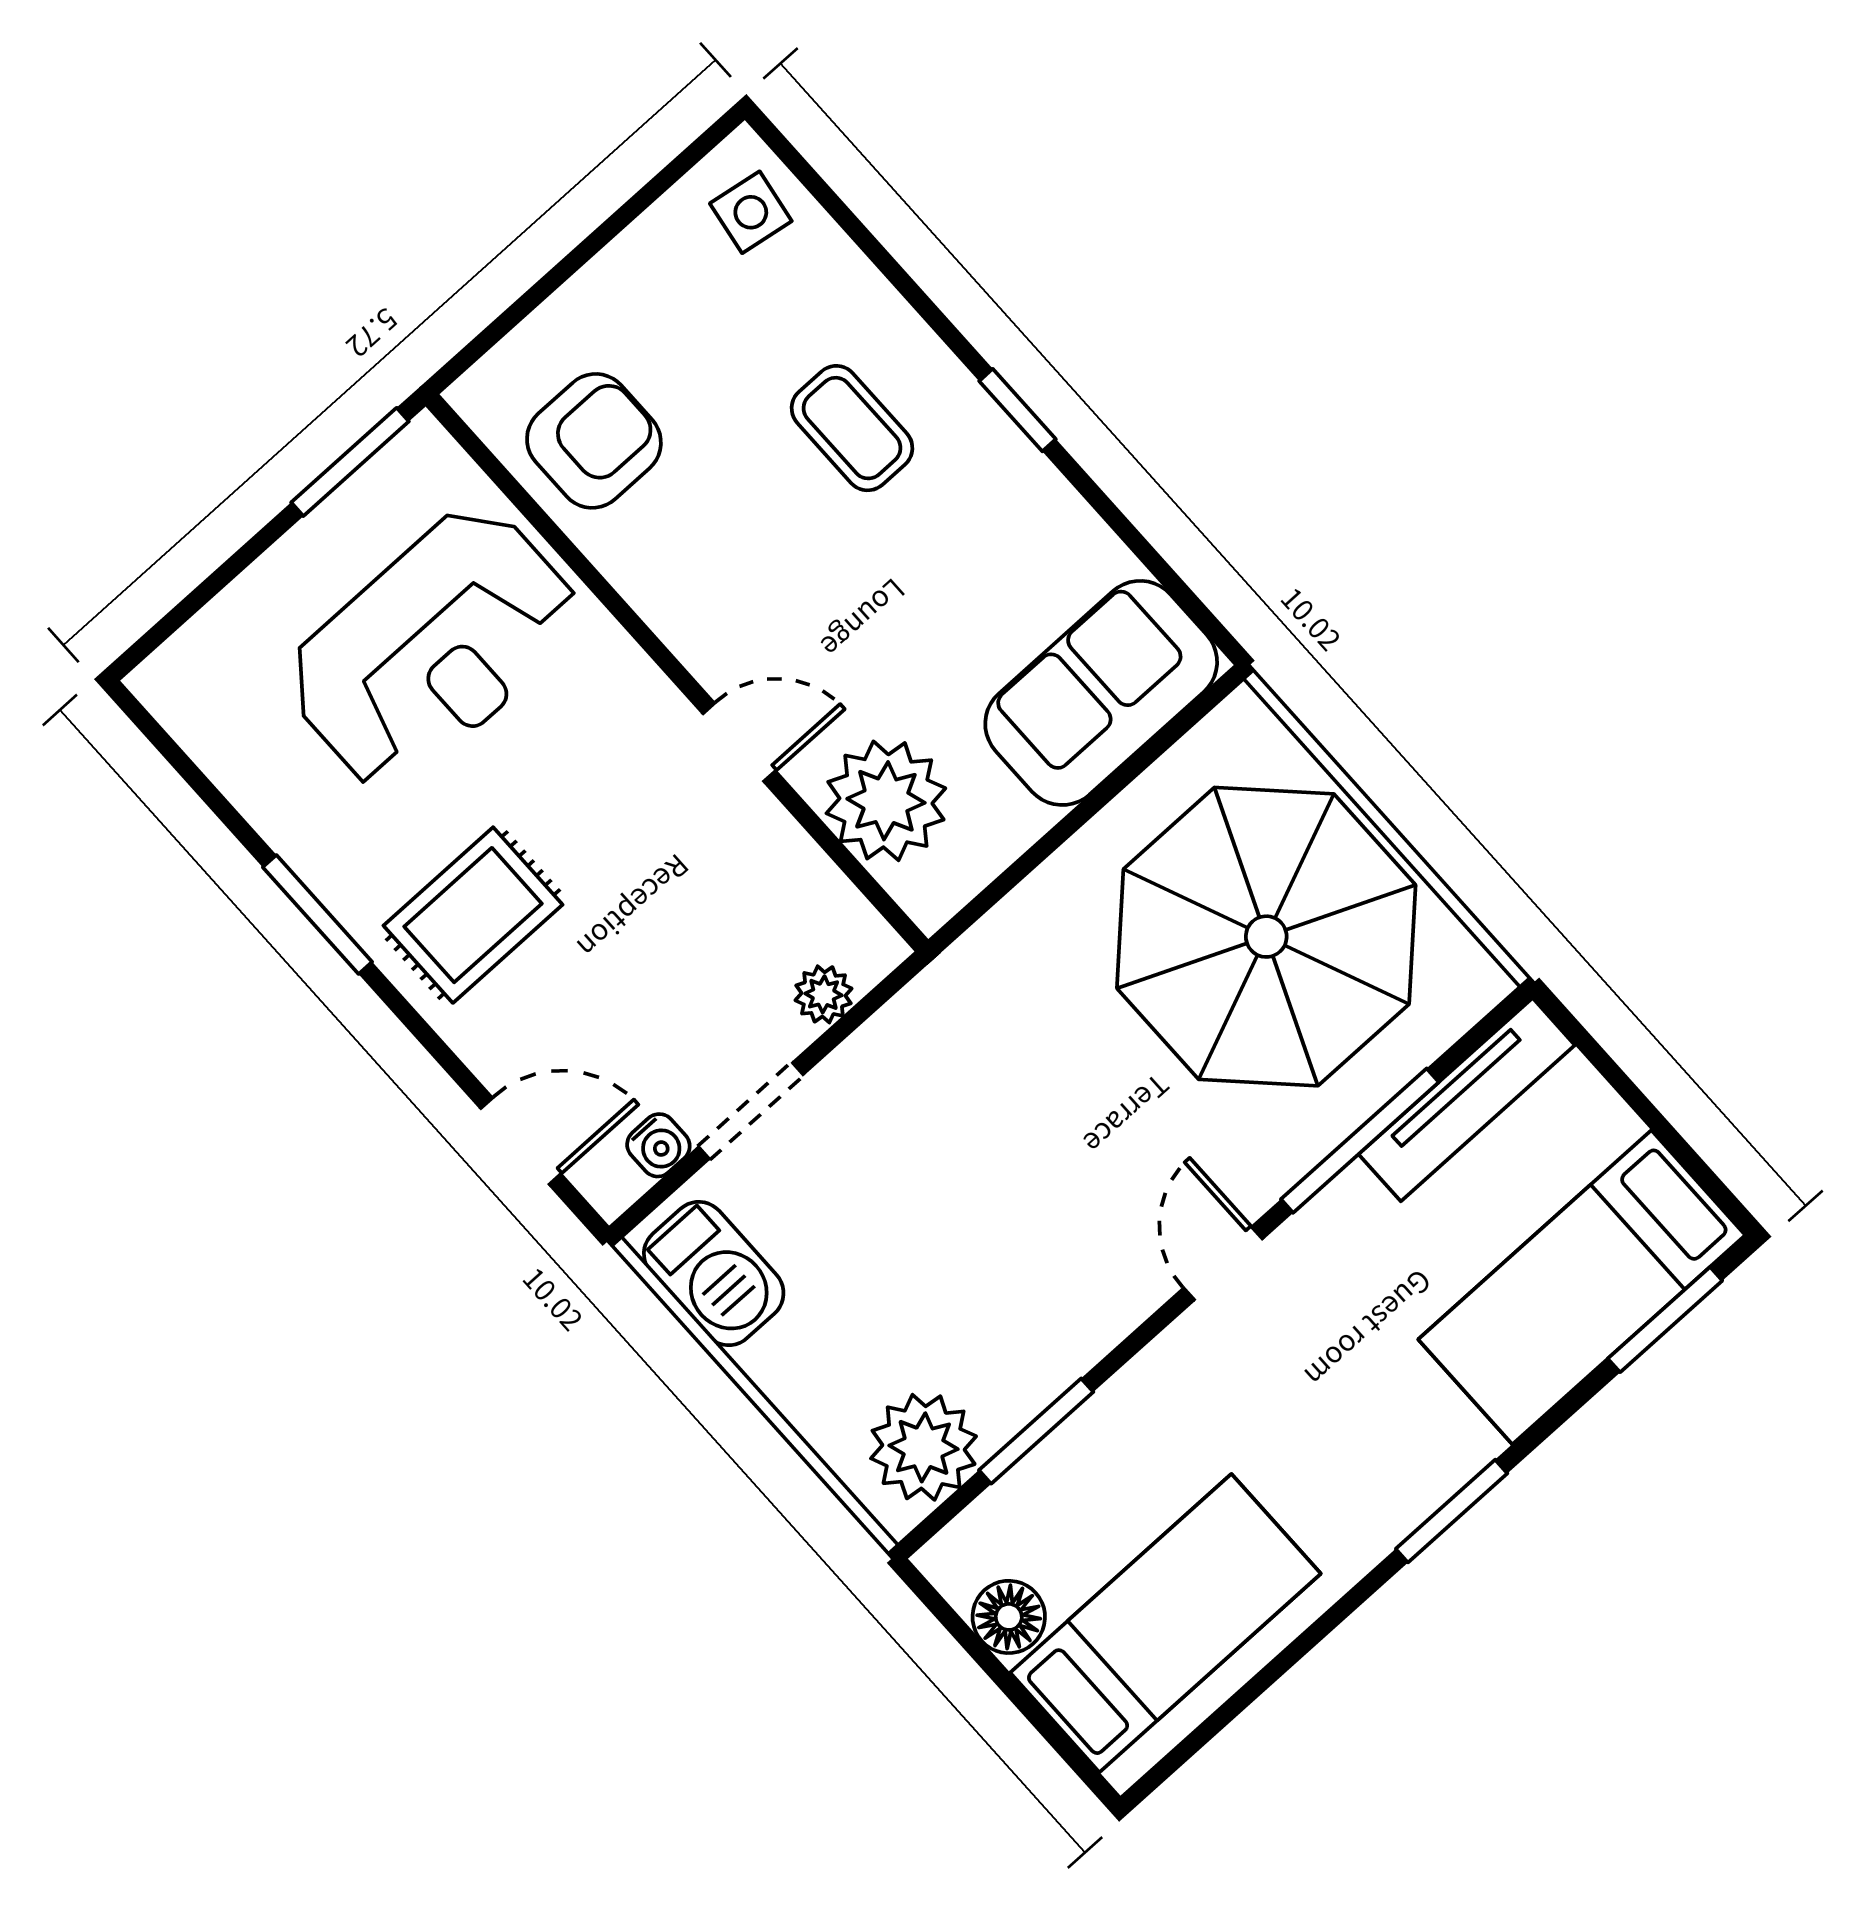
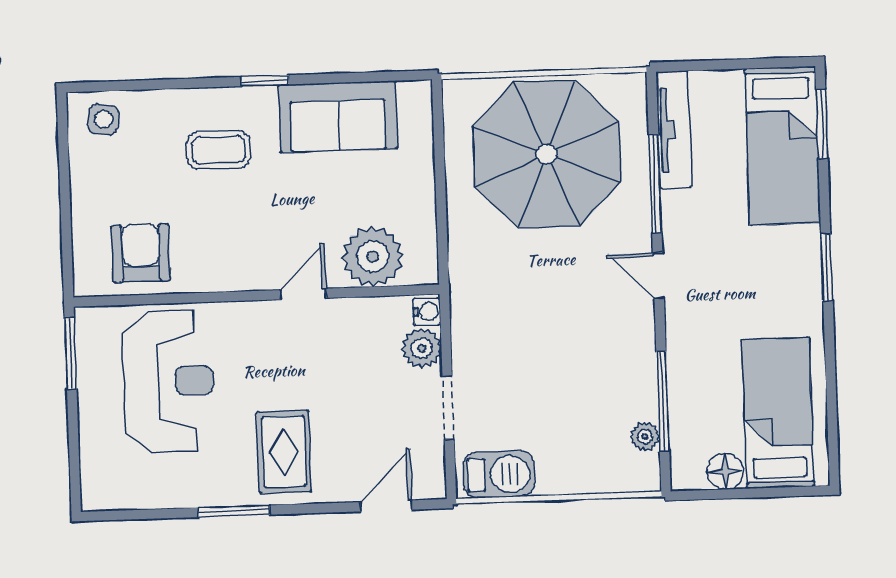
sofa: (1101, 693) -> (338, 117), moved, turned -90
plant: (824, 994) -> (422, 348), width x1.38, depth x1.38
water cooler: (658, 1145) -> (427, 312), moved
window: (1036, 1431) -> (663, 401), width x1.44
plant: (924, 1447) -> (645, 437), width x0.53, depth x0.53

